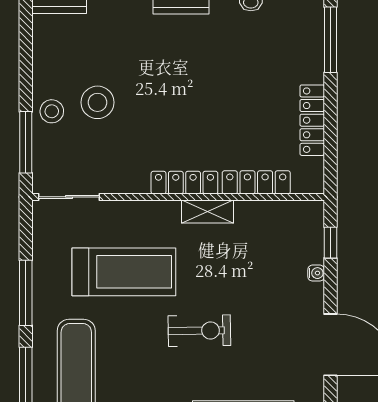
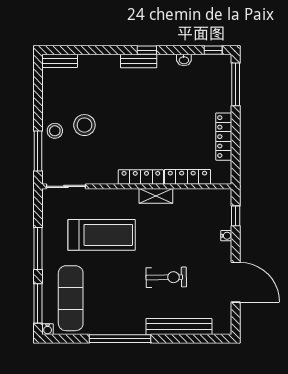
exercise bike: (199, 331) -> (166, 277), moved

